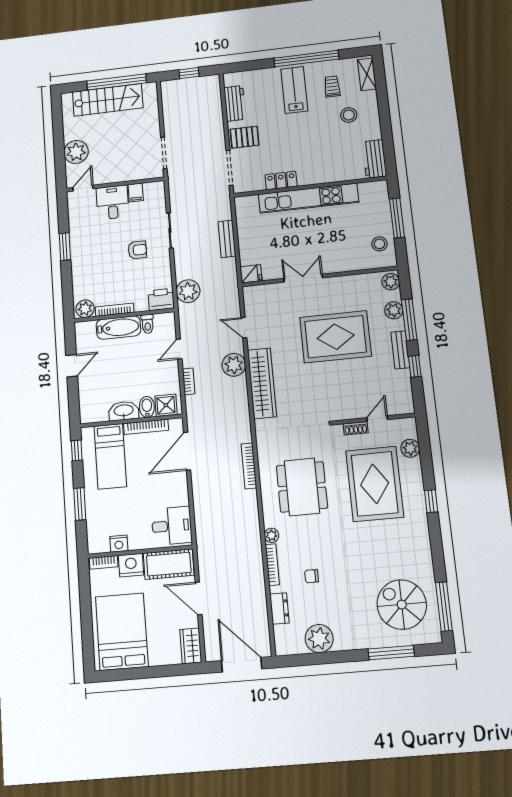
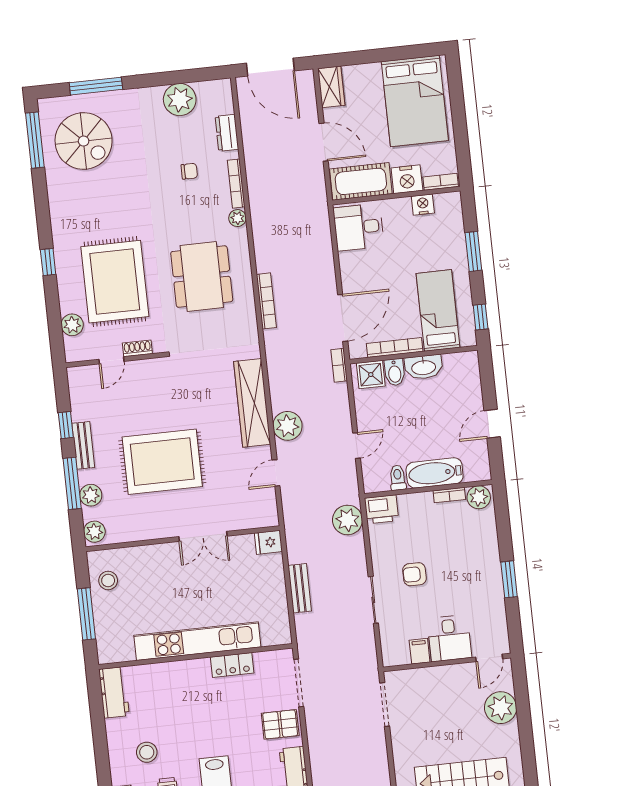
bookcase: (115, 310) -> (449, 495), width x0.64
door: (244, 328) -> (276, 473), swing flipped
bookcase: (189, 381) -> (339, 365), moved

